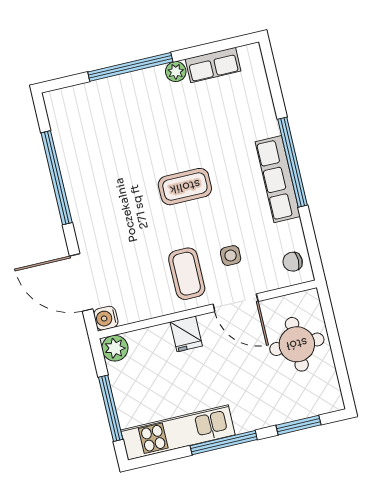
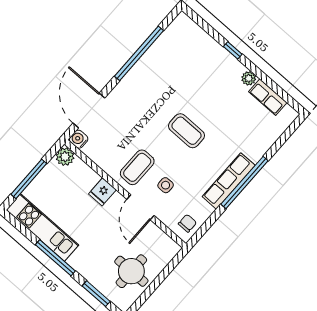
window: (130, 67) -> (233, 50), width x0.32
chair: (293, 262) -> (187, 223), turned 90
round table: (297, 344) -> (131, 271), moved

